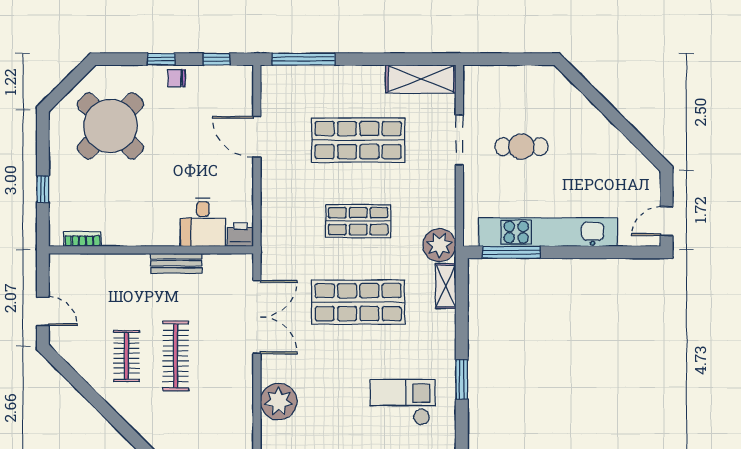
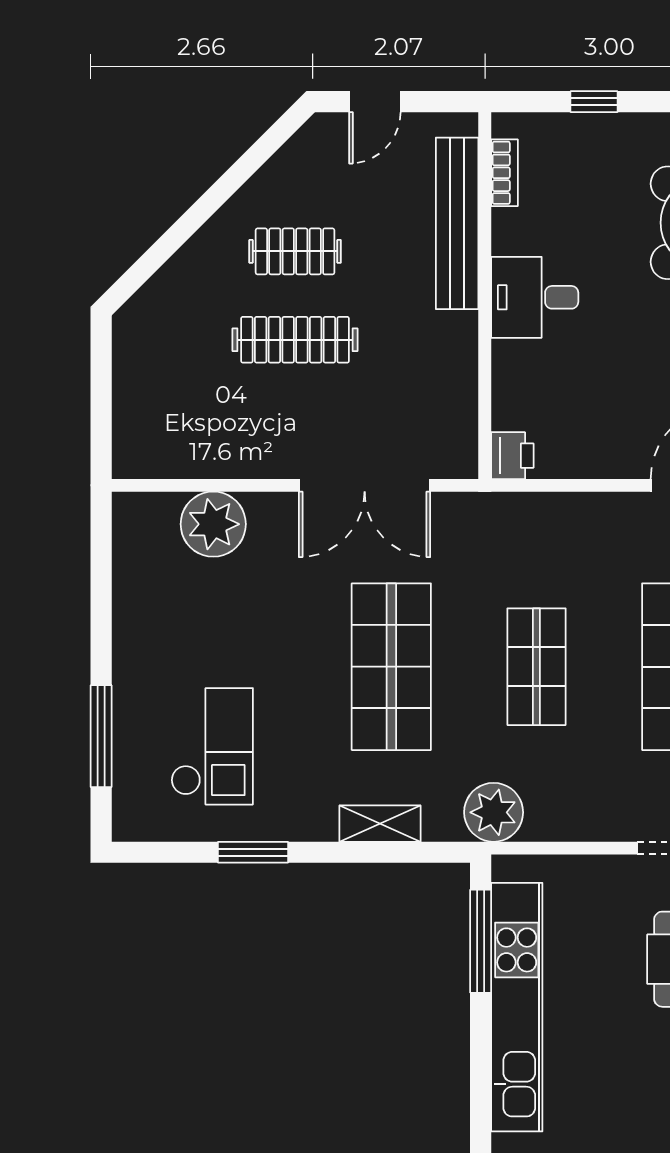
desk: (203, 222) -> (535, 297), moved
bench: (176, 263) -> (457, 223), moved, width x1.86, depth x1.21
shelving: (446, 286) -> (380, 824), moved

